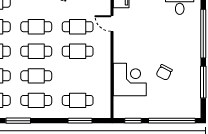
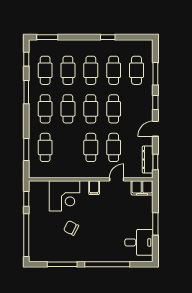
filing cabinet: (121, 48) -> (94, 188), added

